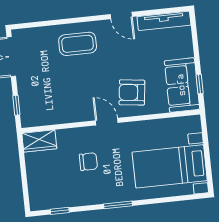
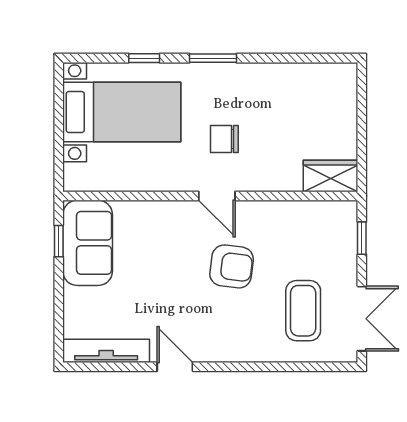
coffee table: (78, 44) -> (303, 311), moved, turned 90
armchair: (132, 92) -> (232, 266), moved
chair: (88, 162) -> (224, 139), moved
window: (60, 211) -> (144, 58), moved

